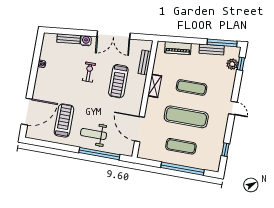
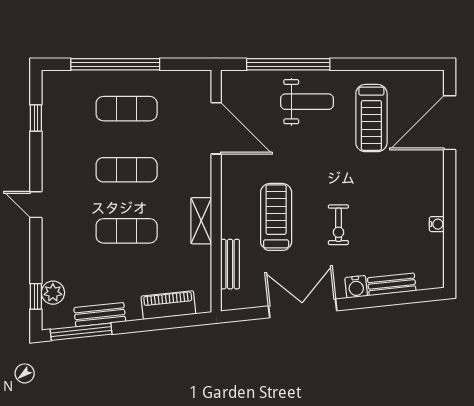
exercise mat: (186, 117) -> (127, 170), width x0.73, depth x0.69

